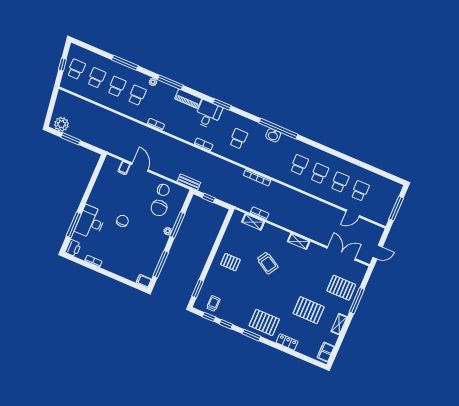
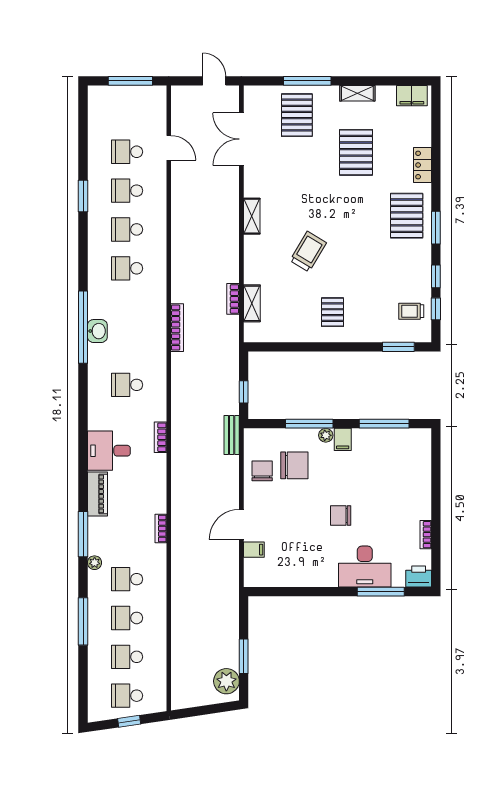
window: (222, 104) -> (83, 196), moved
filing cabinet: (144, 281) -> (343, 439), moved

